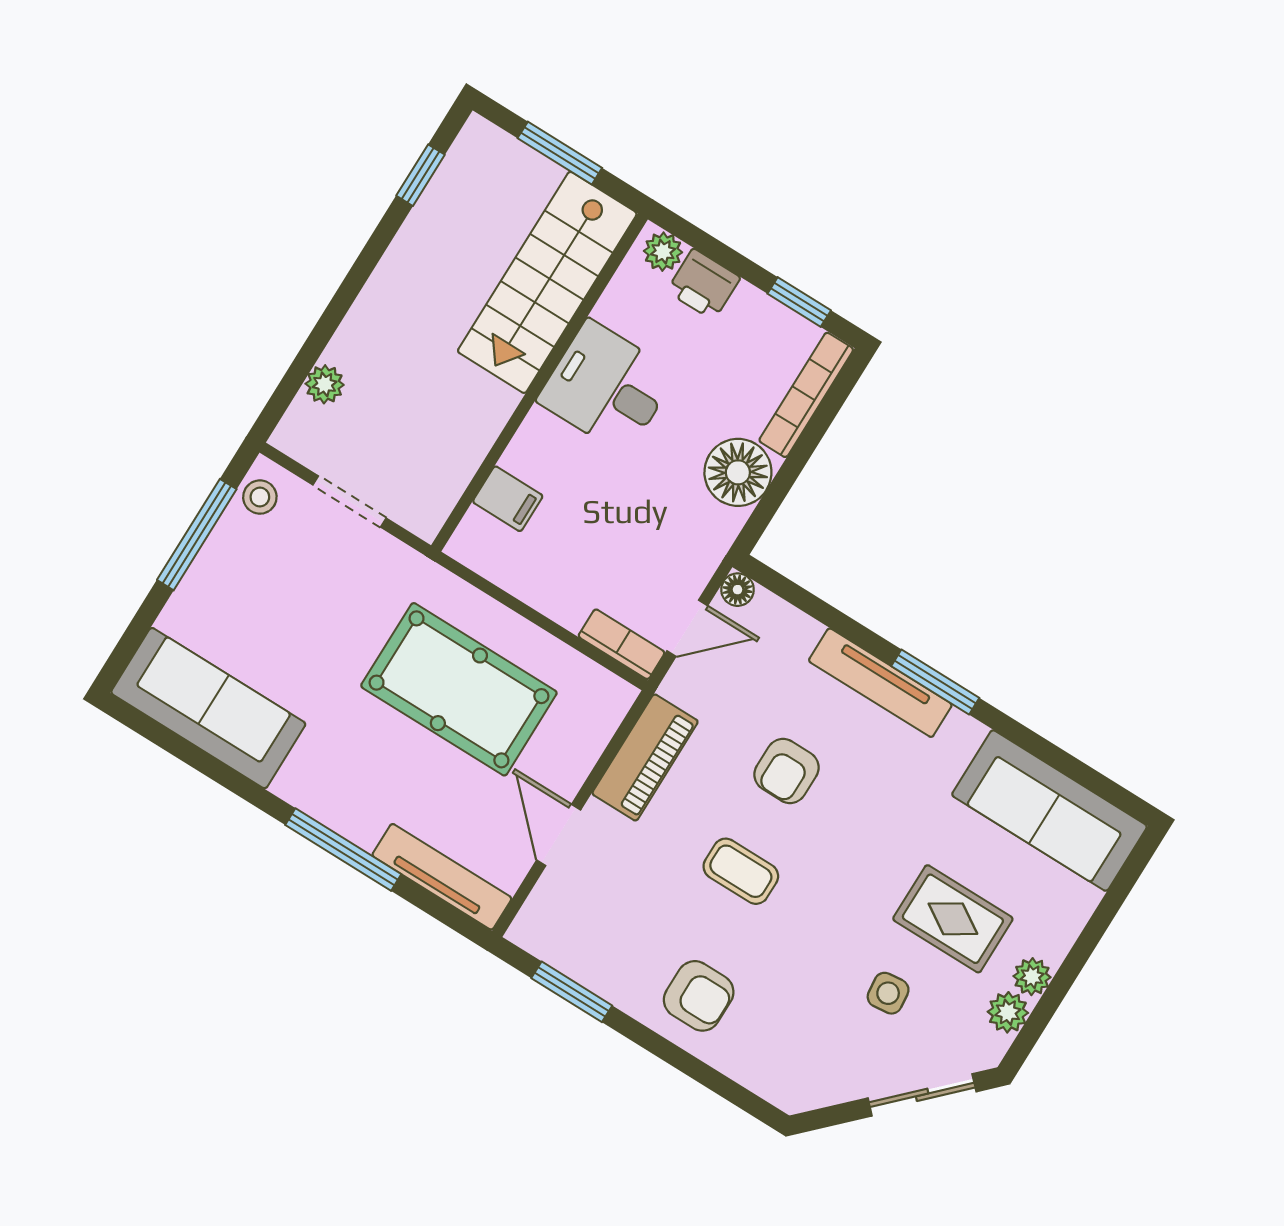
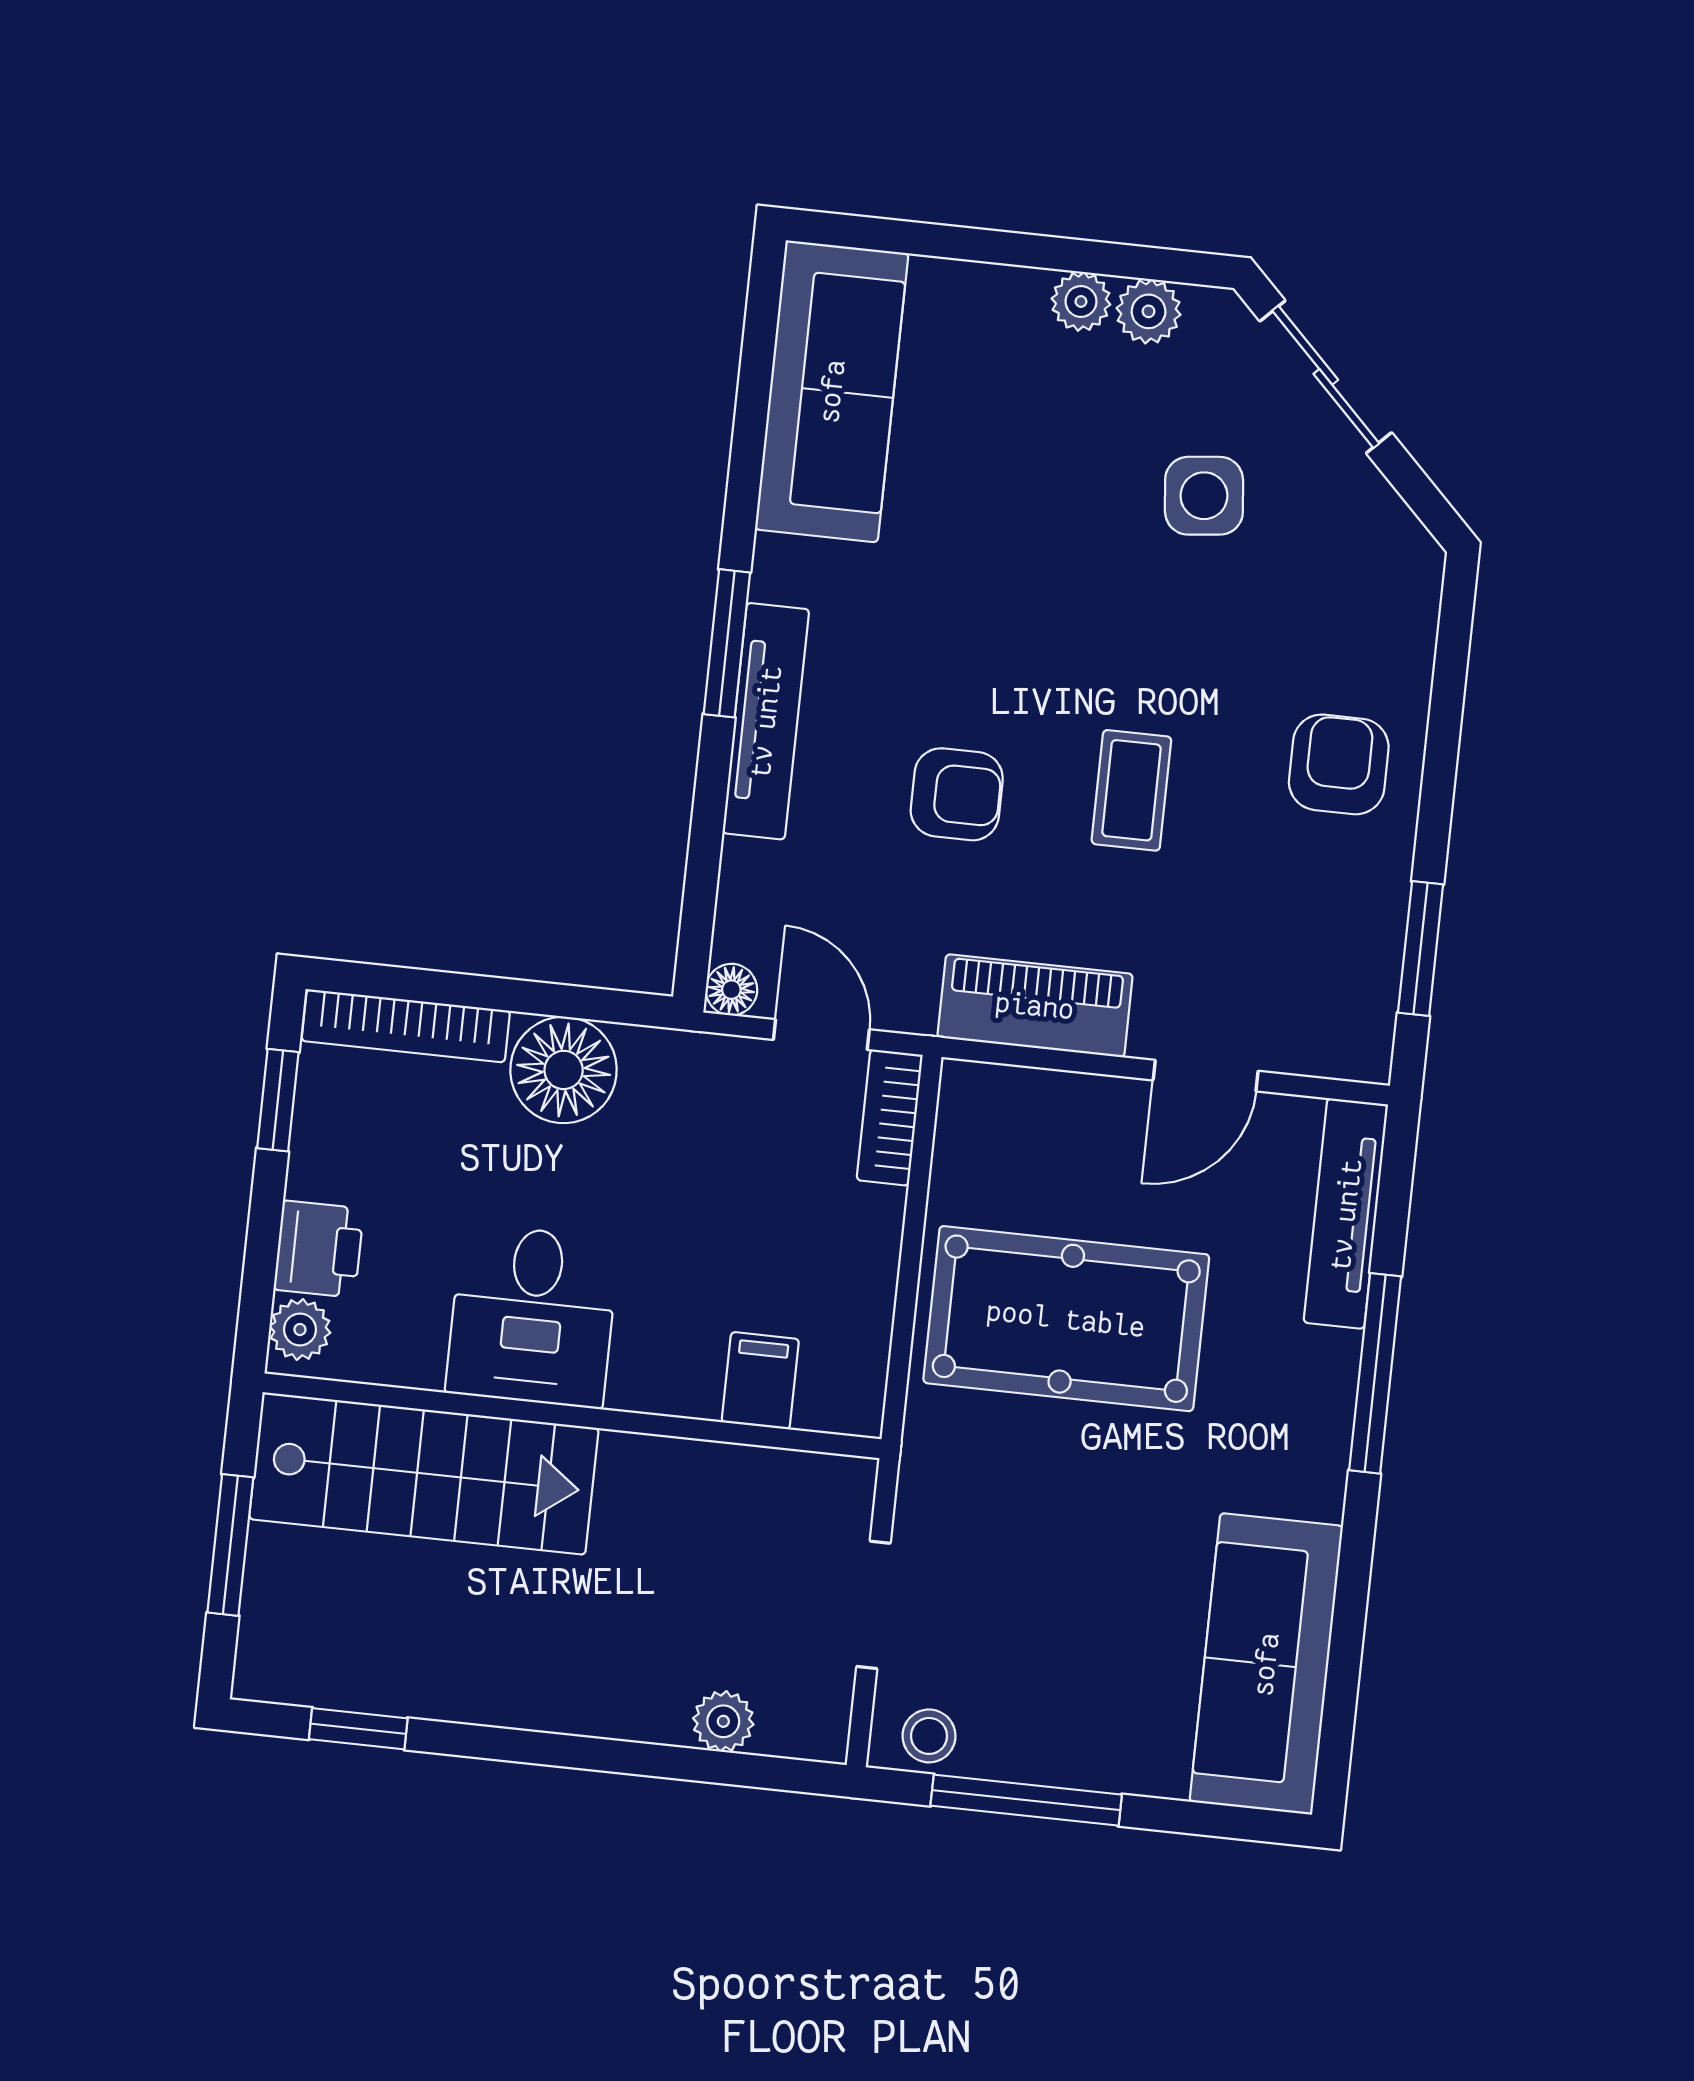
pool table: (459, 689) -> (1066, 1319), turned 90
rug: (953, 919) -> (1053, 454), removed
side table: (888, 993) -> (1204, 496), width x1.37, depth x1.37

